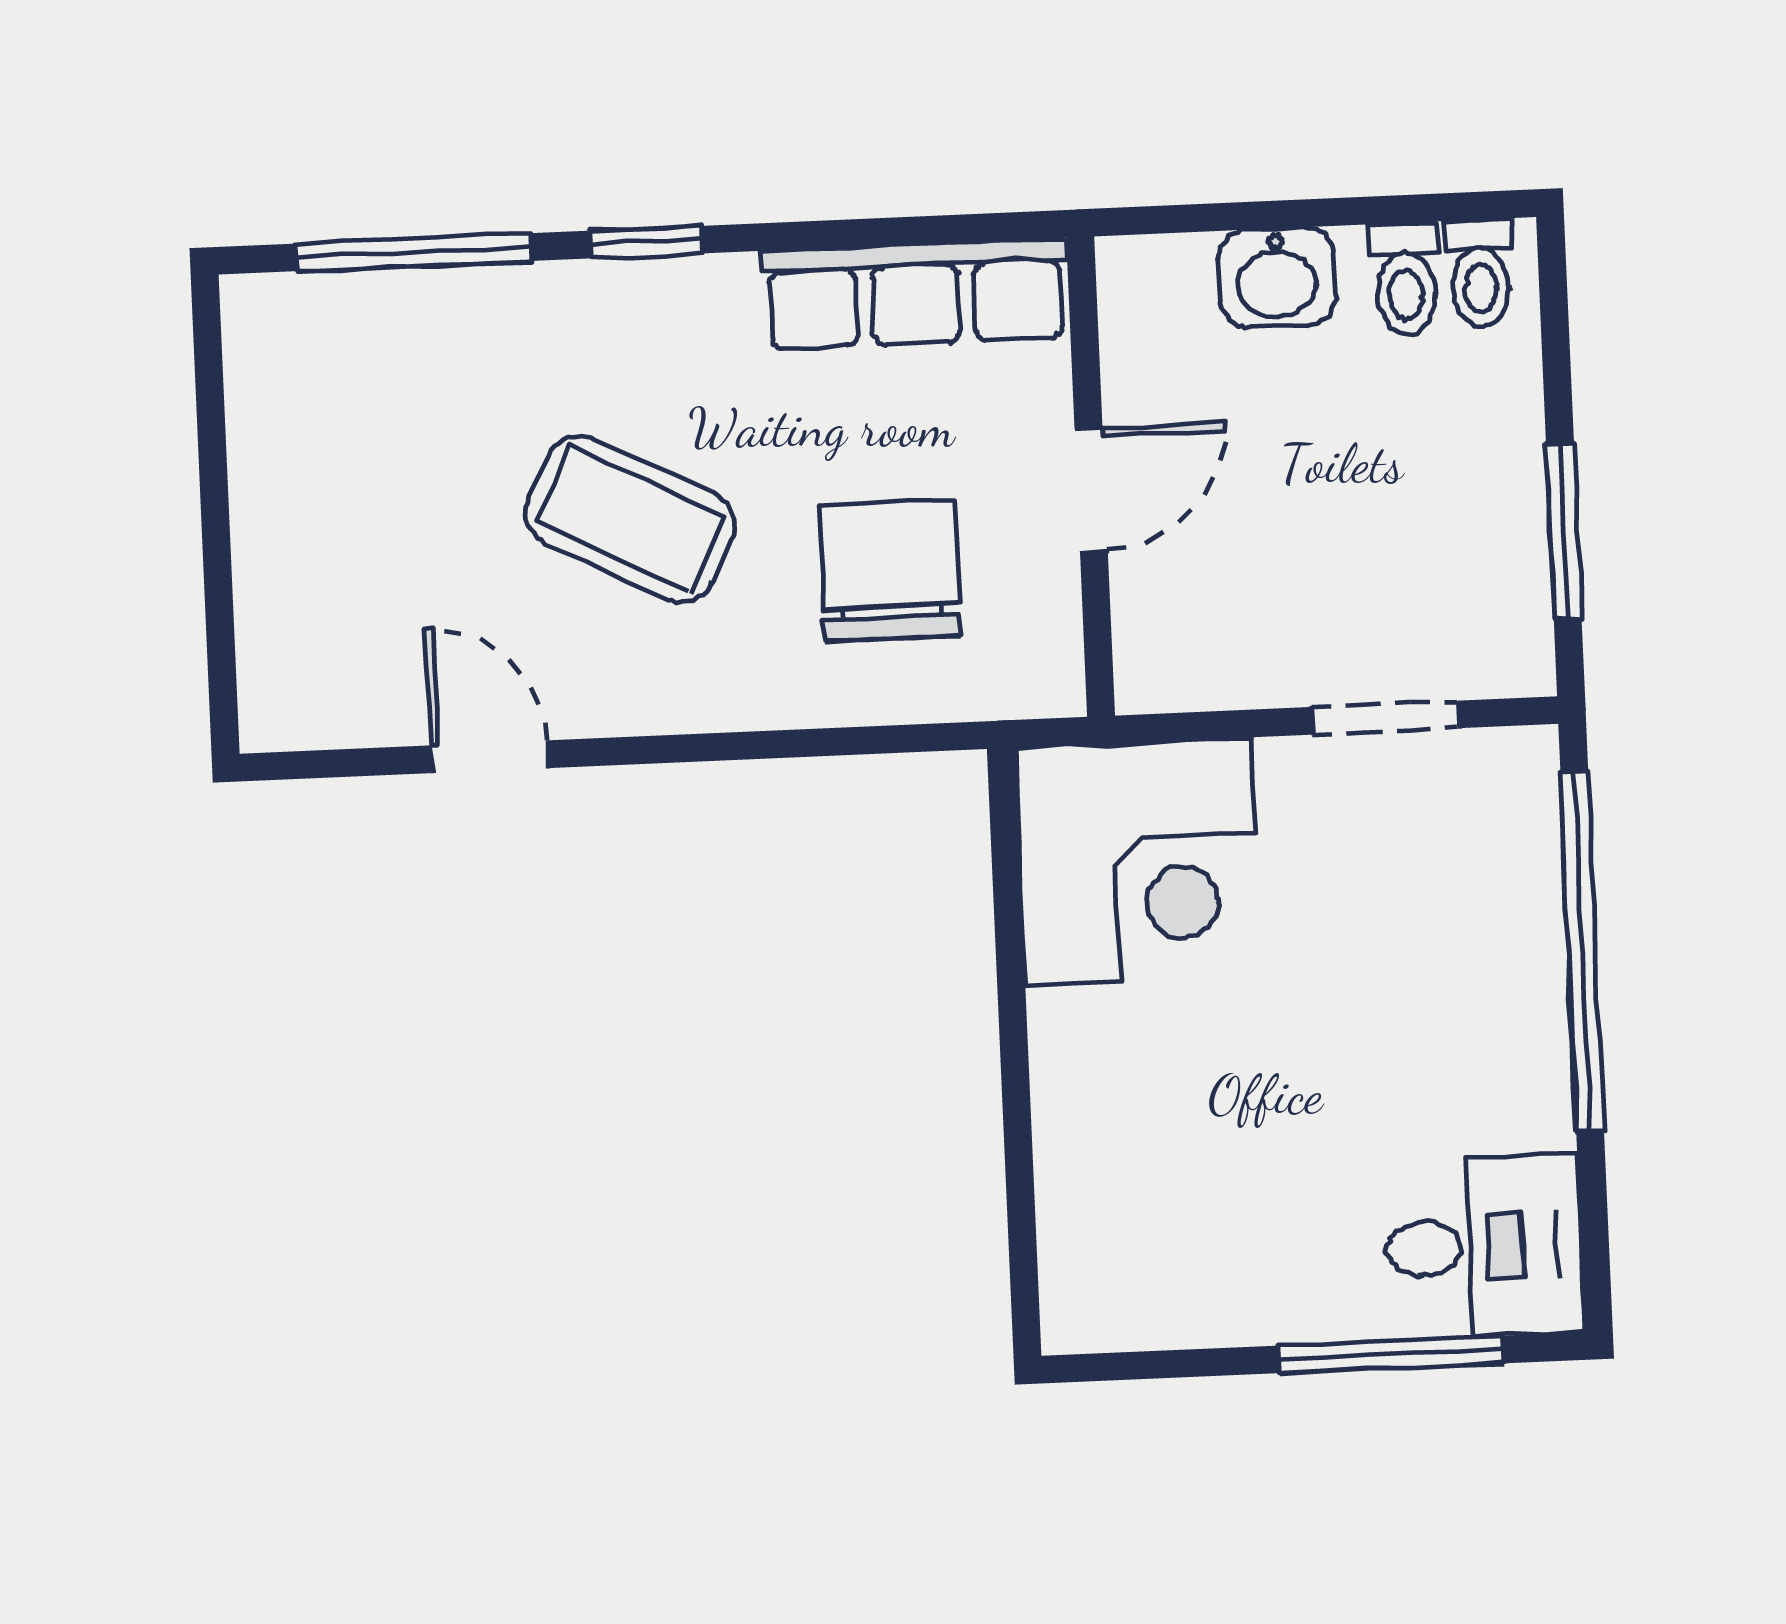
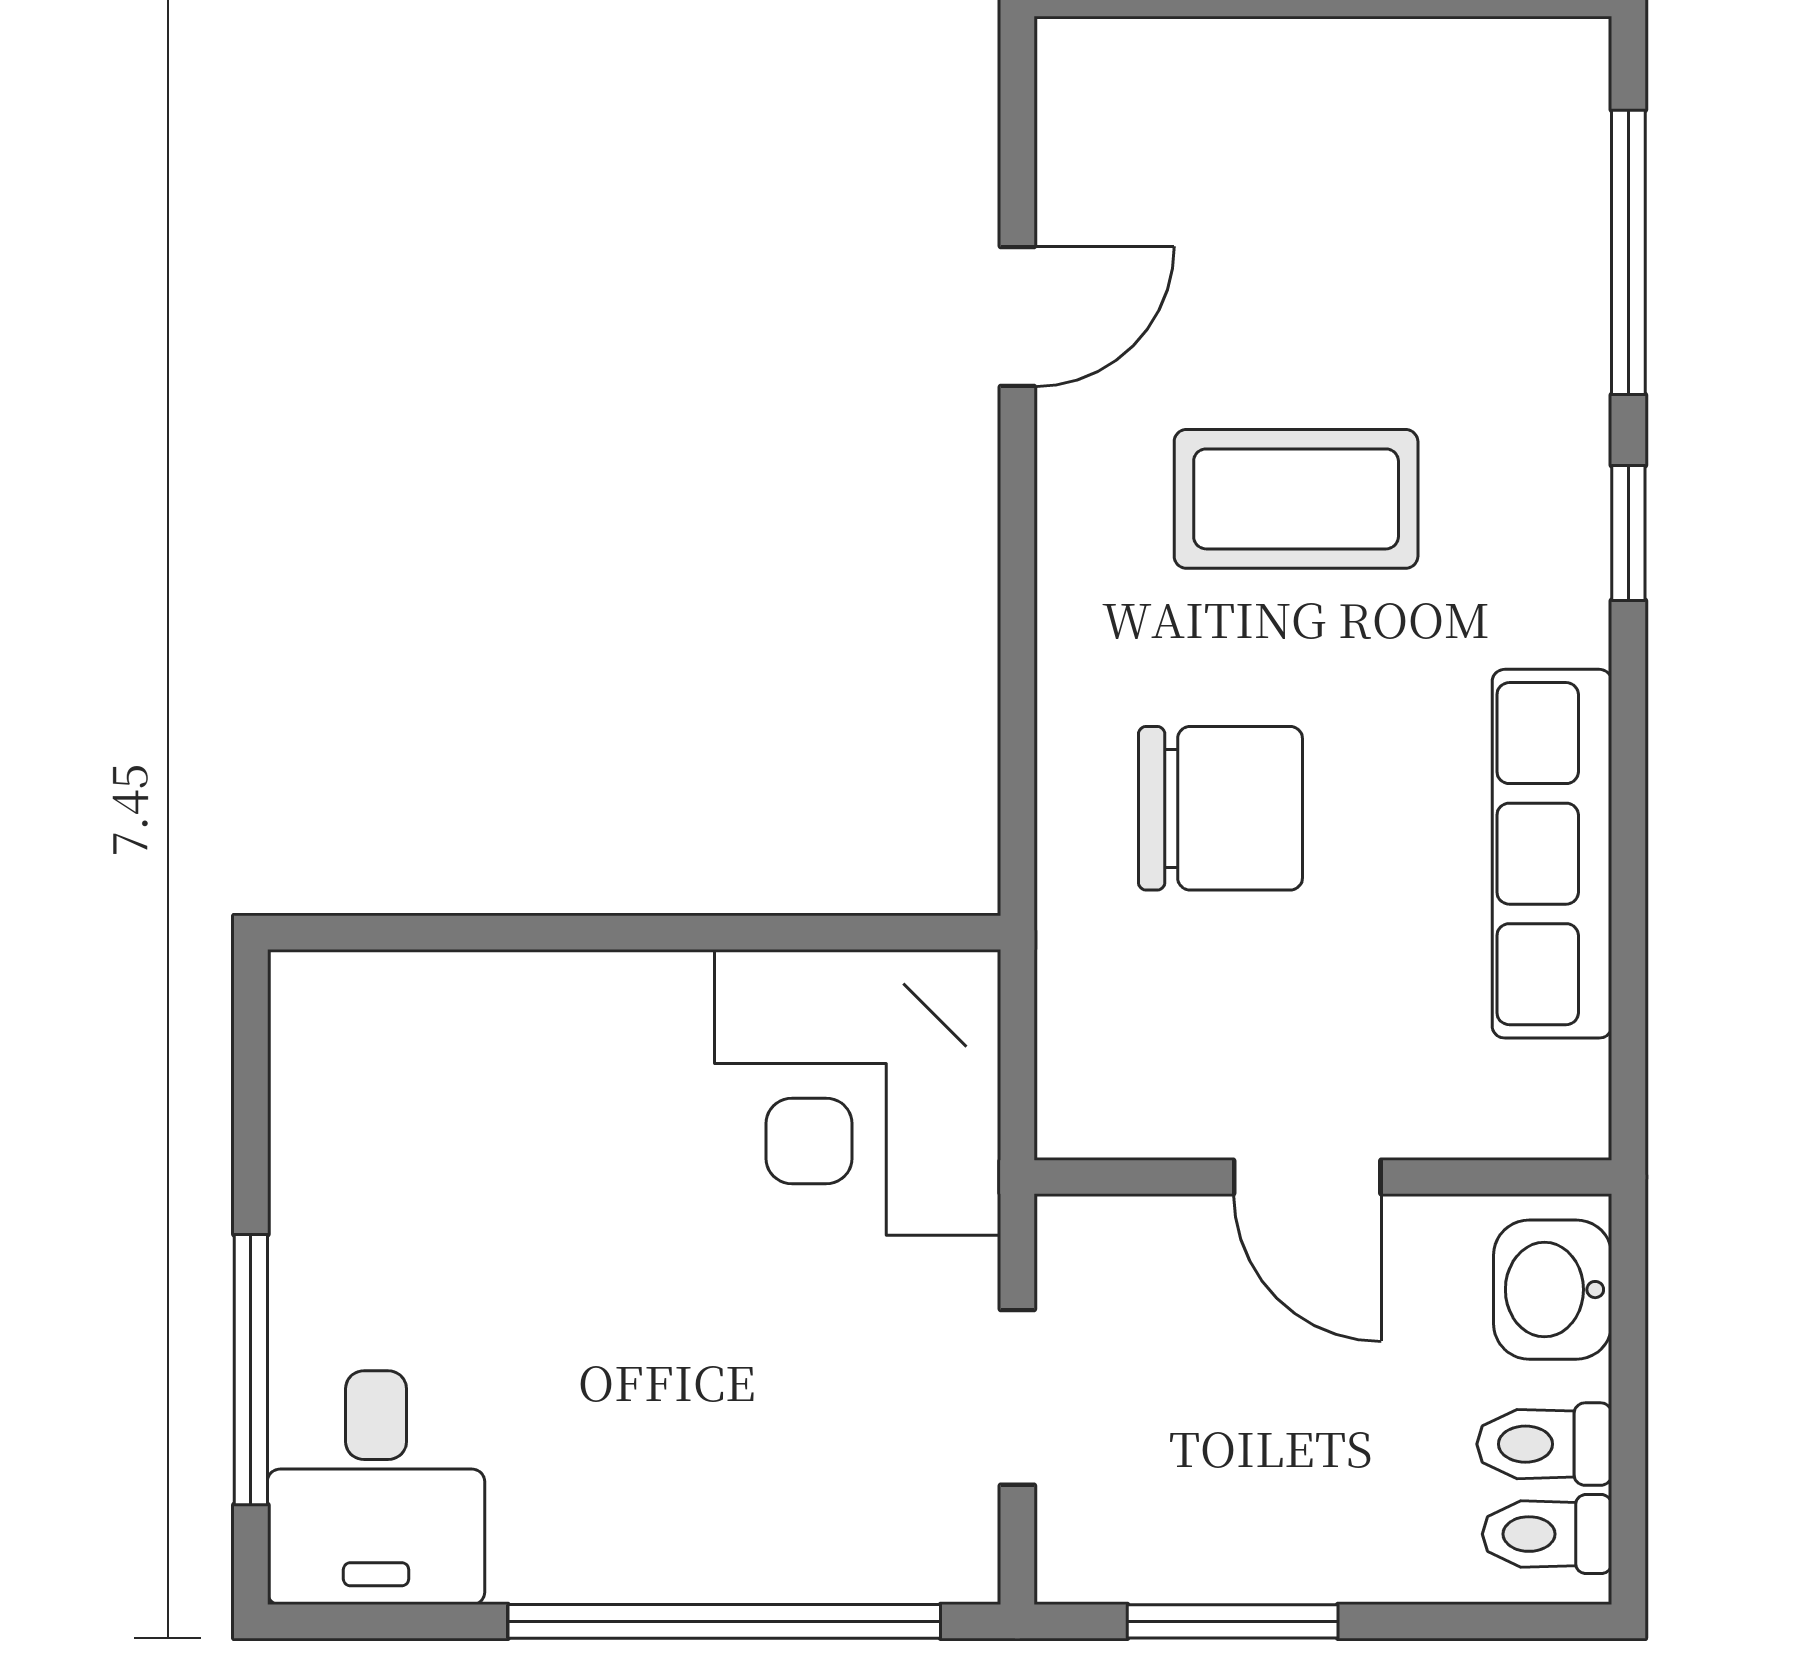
wall: (1091, 477) -> (1323, 1177), moved
door: (1091, 489) -> (1307, 1177), moved
coffee table: (630, 519) -> (1296, 499), turned 63

